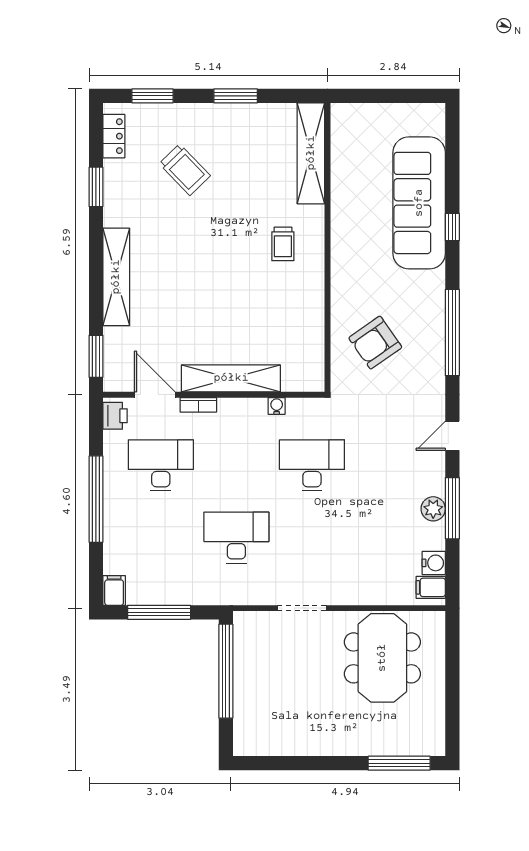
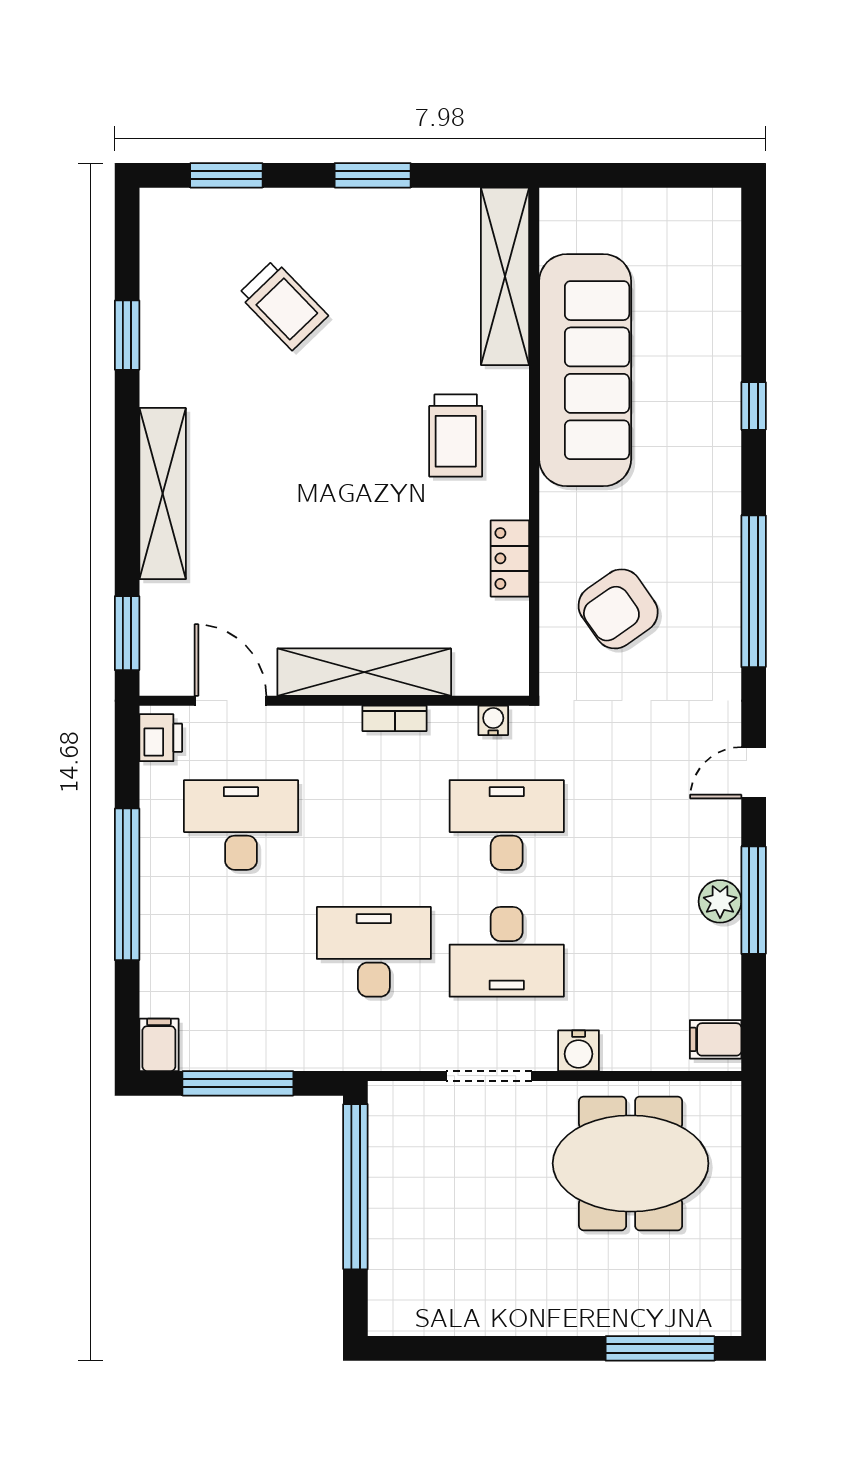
locker: (114, 136) -> (510, 558), moved, turned 180
sofa: (419, 203) -> (585, 370), moved, turned 180
trolley: (283, 244) -> (456, 435), width x1.36, depth x1.39
bookcase: (198, 405) -> (395, 718), moved
water cooler: (277, 406) -> (493, 720), moved
desk: (312, 538) -> (507, 952), added
water cooler: (434, 563) -> (579, 1051), moved, turned 90
meeting table: (382, 658) -> (631, 1163), turned 90

